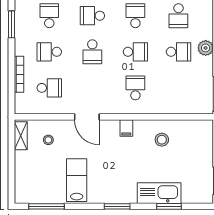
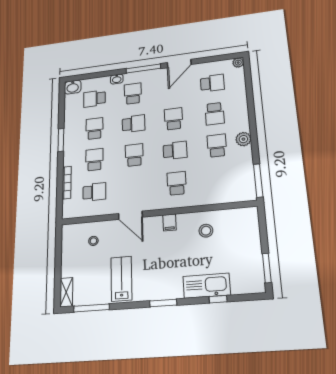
school desk: (92, 16) -> (134, 124), turned 180
school desk: (49, 52) -> (94, 160), turned 90
school desk: (92, 52) -> (134, 155), turned 180
school desk: (178, 52) -> (217, 146), turned -90
shelving: (21, 136) -> (66, 292), moved
window: (169, 206) -> (218, 299), width x0.67

